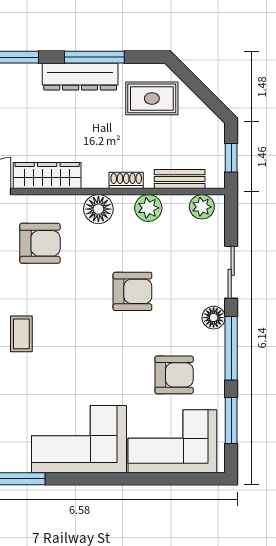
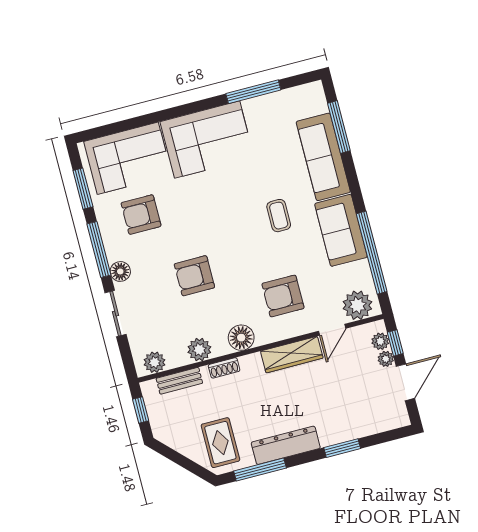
window: (94, 57) -> (260, 470), moved
rug: (152, 98) -> (220, 443), turned 90

